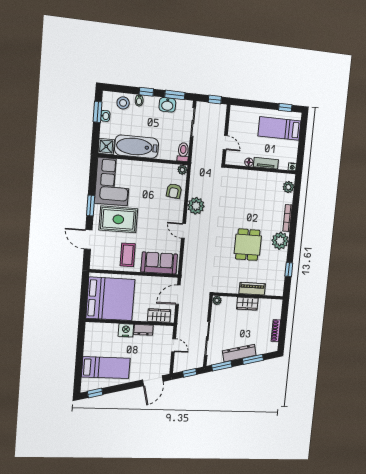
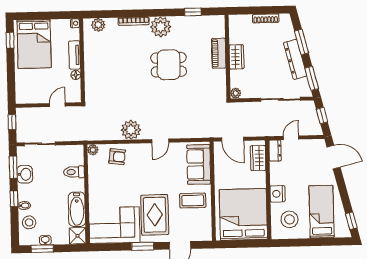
bed: (279, 128) -> (34, 44), width x1.50
bathtub: (137, 147) -> (77, 209), width x0.73, depth x0.73
toilet: (183, 152) -> (74, 172), moved
dresser: (143, 330) -> (275, 151), moved
stool: (102, 339) -> (289, 219), added

